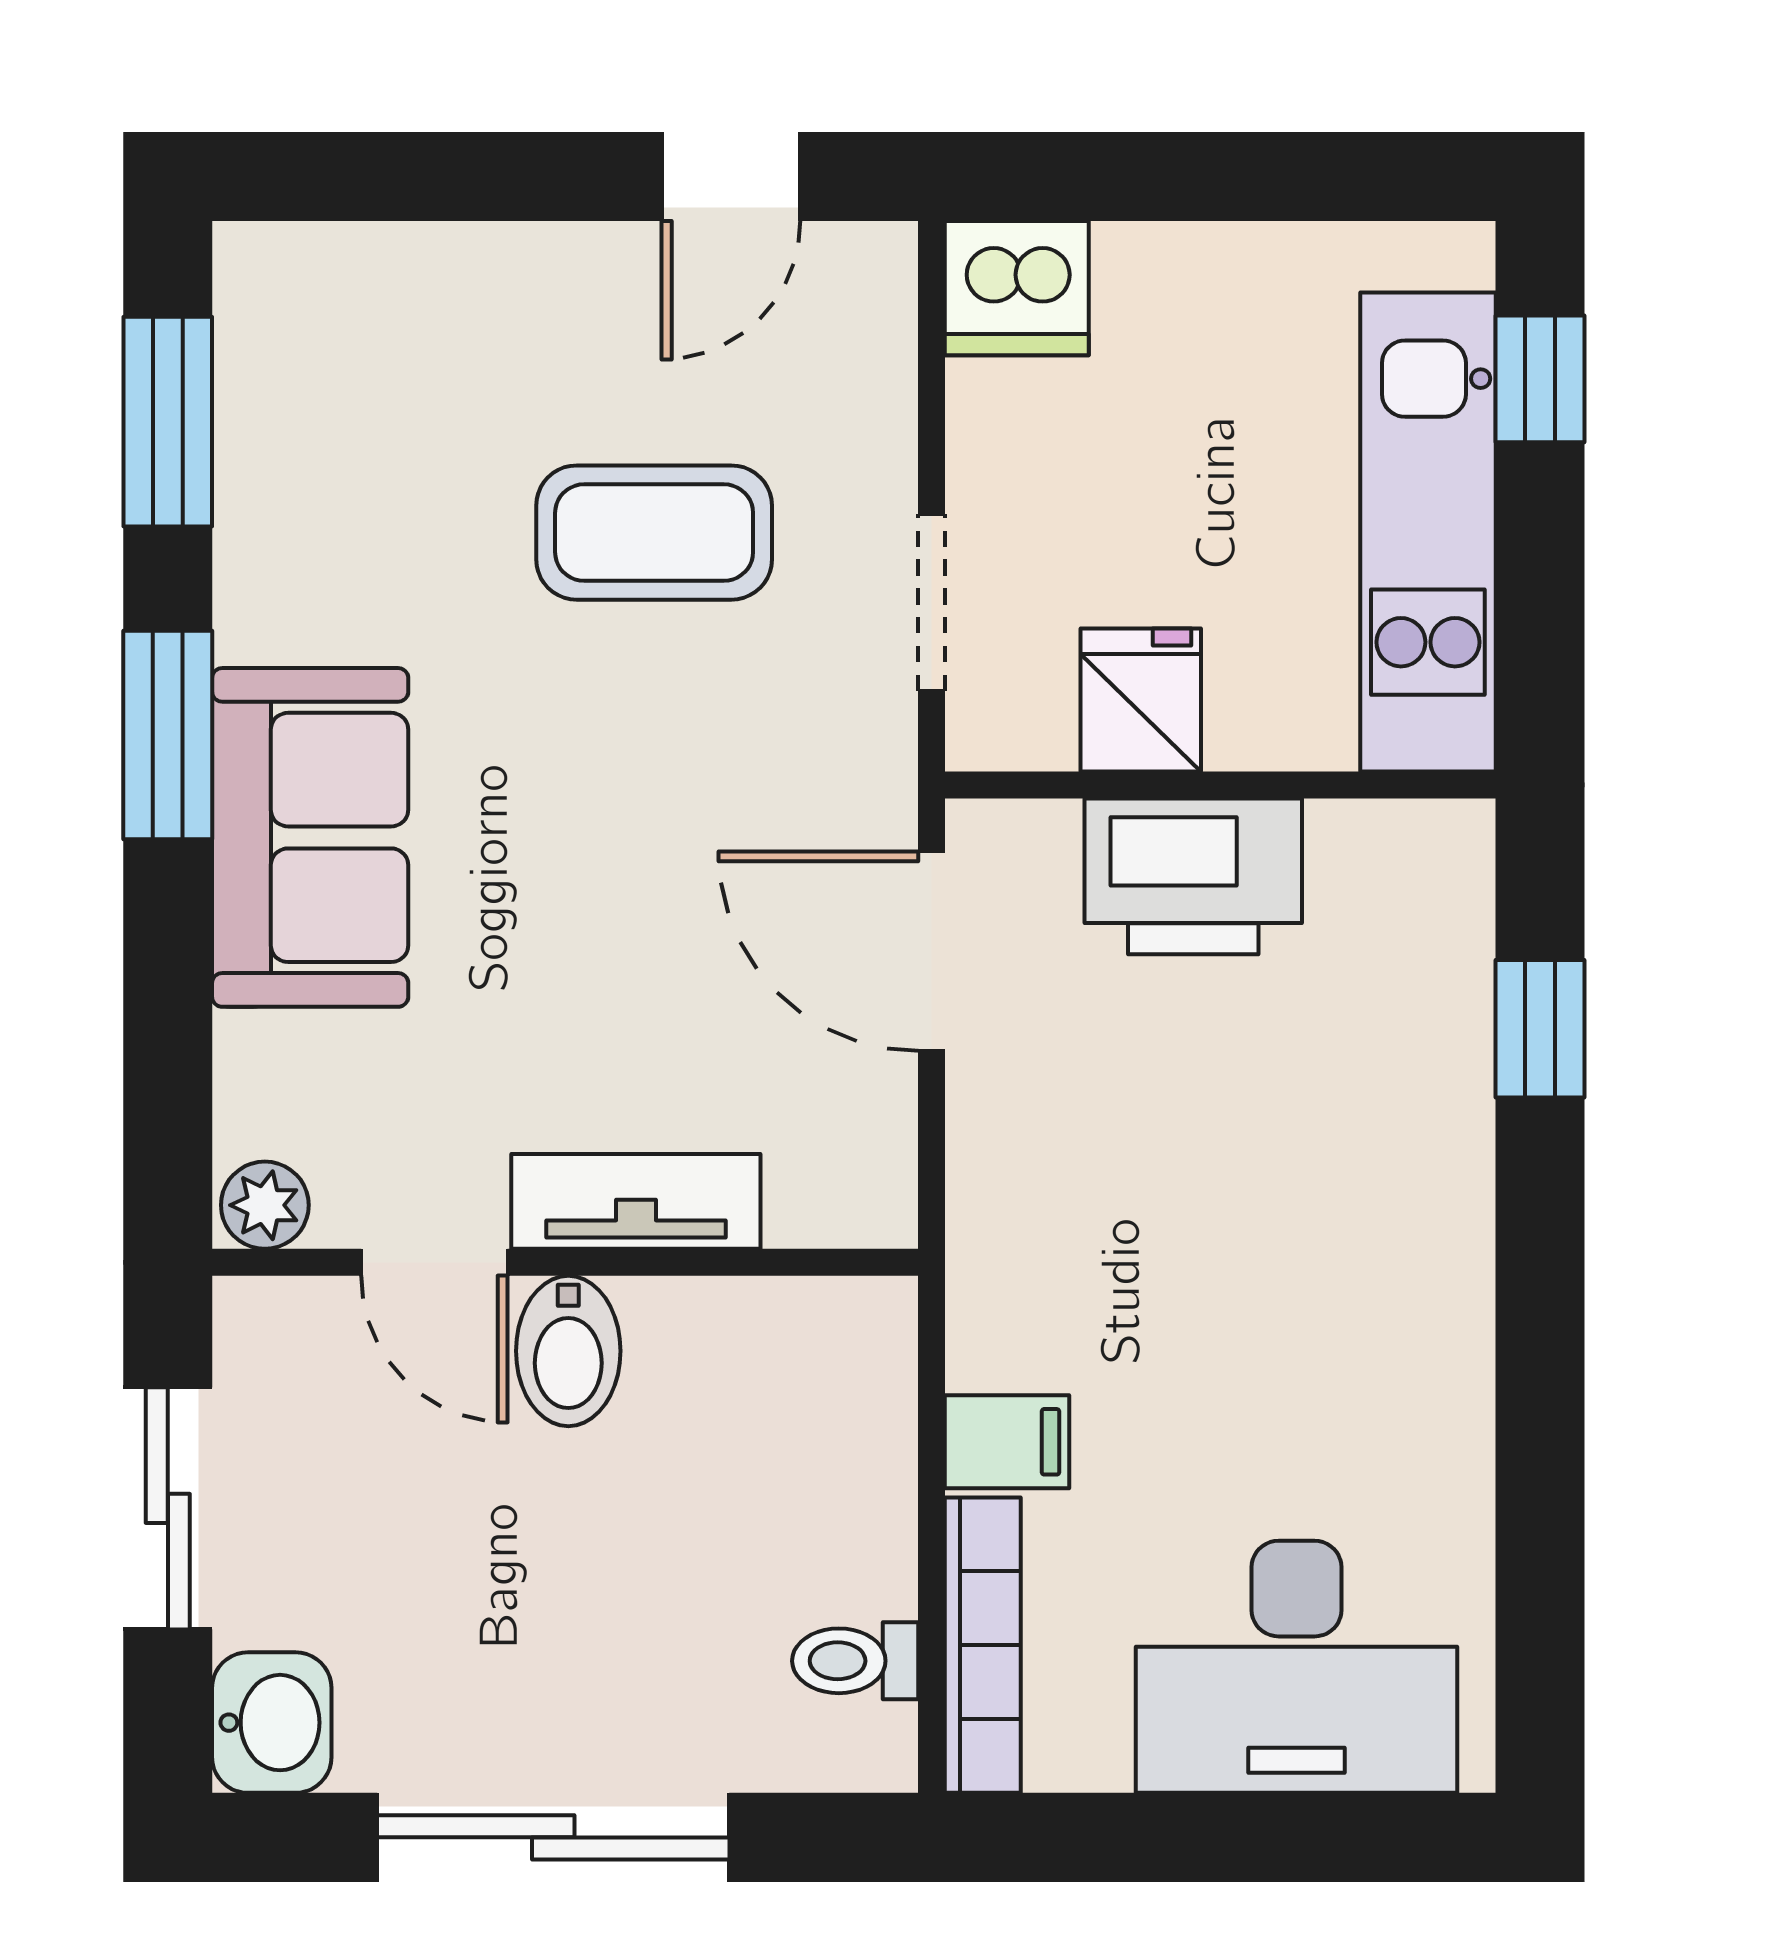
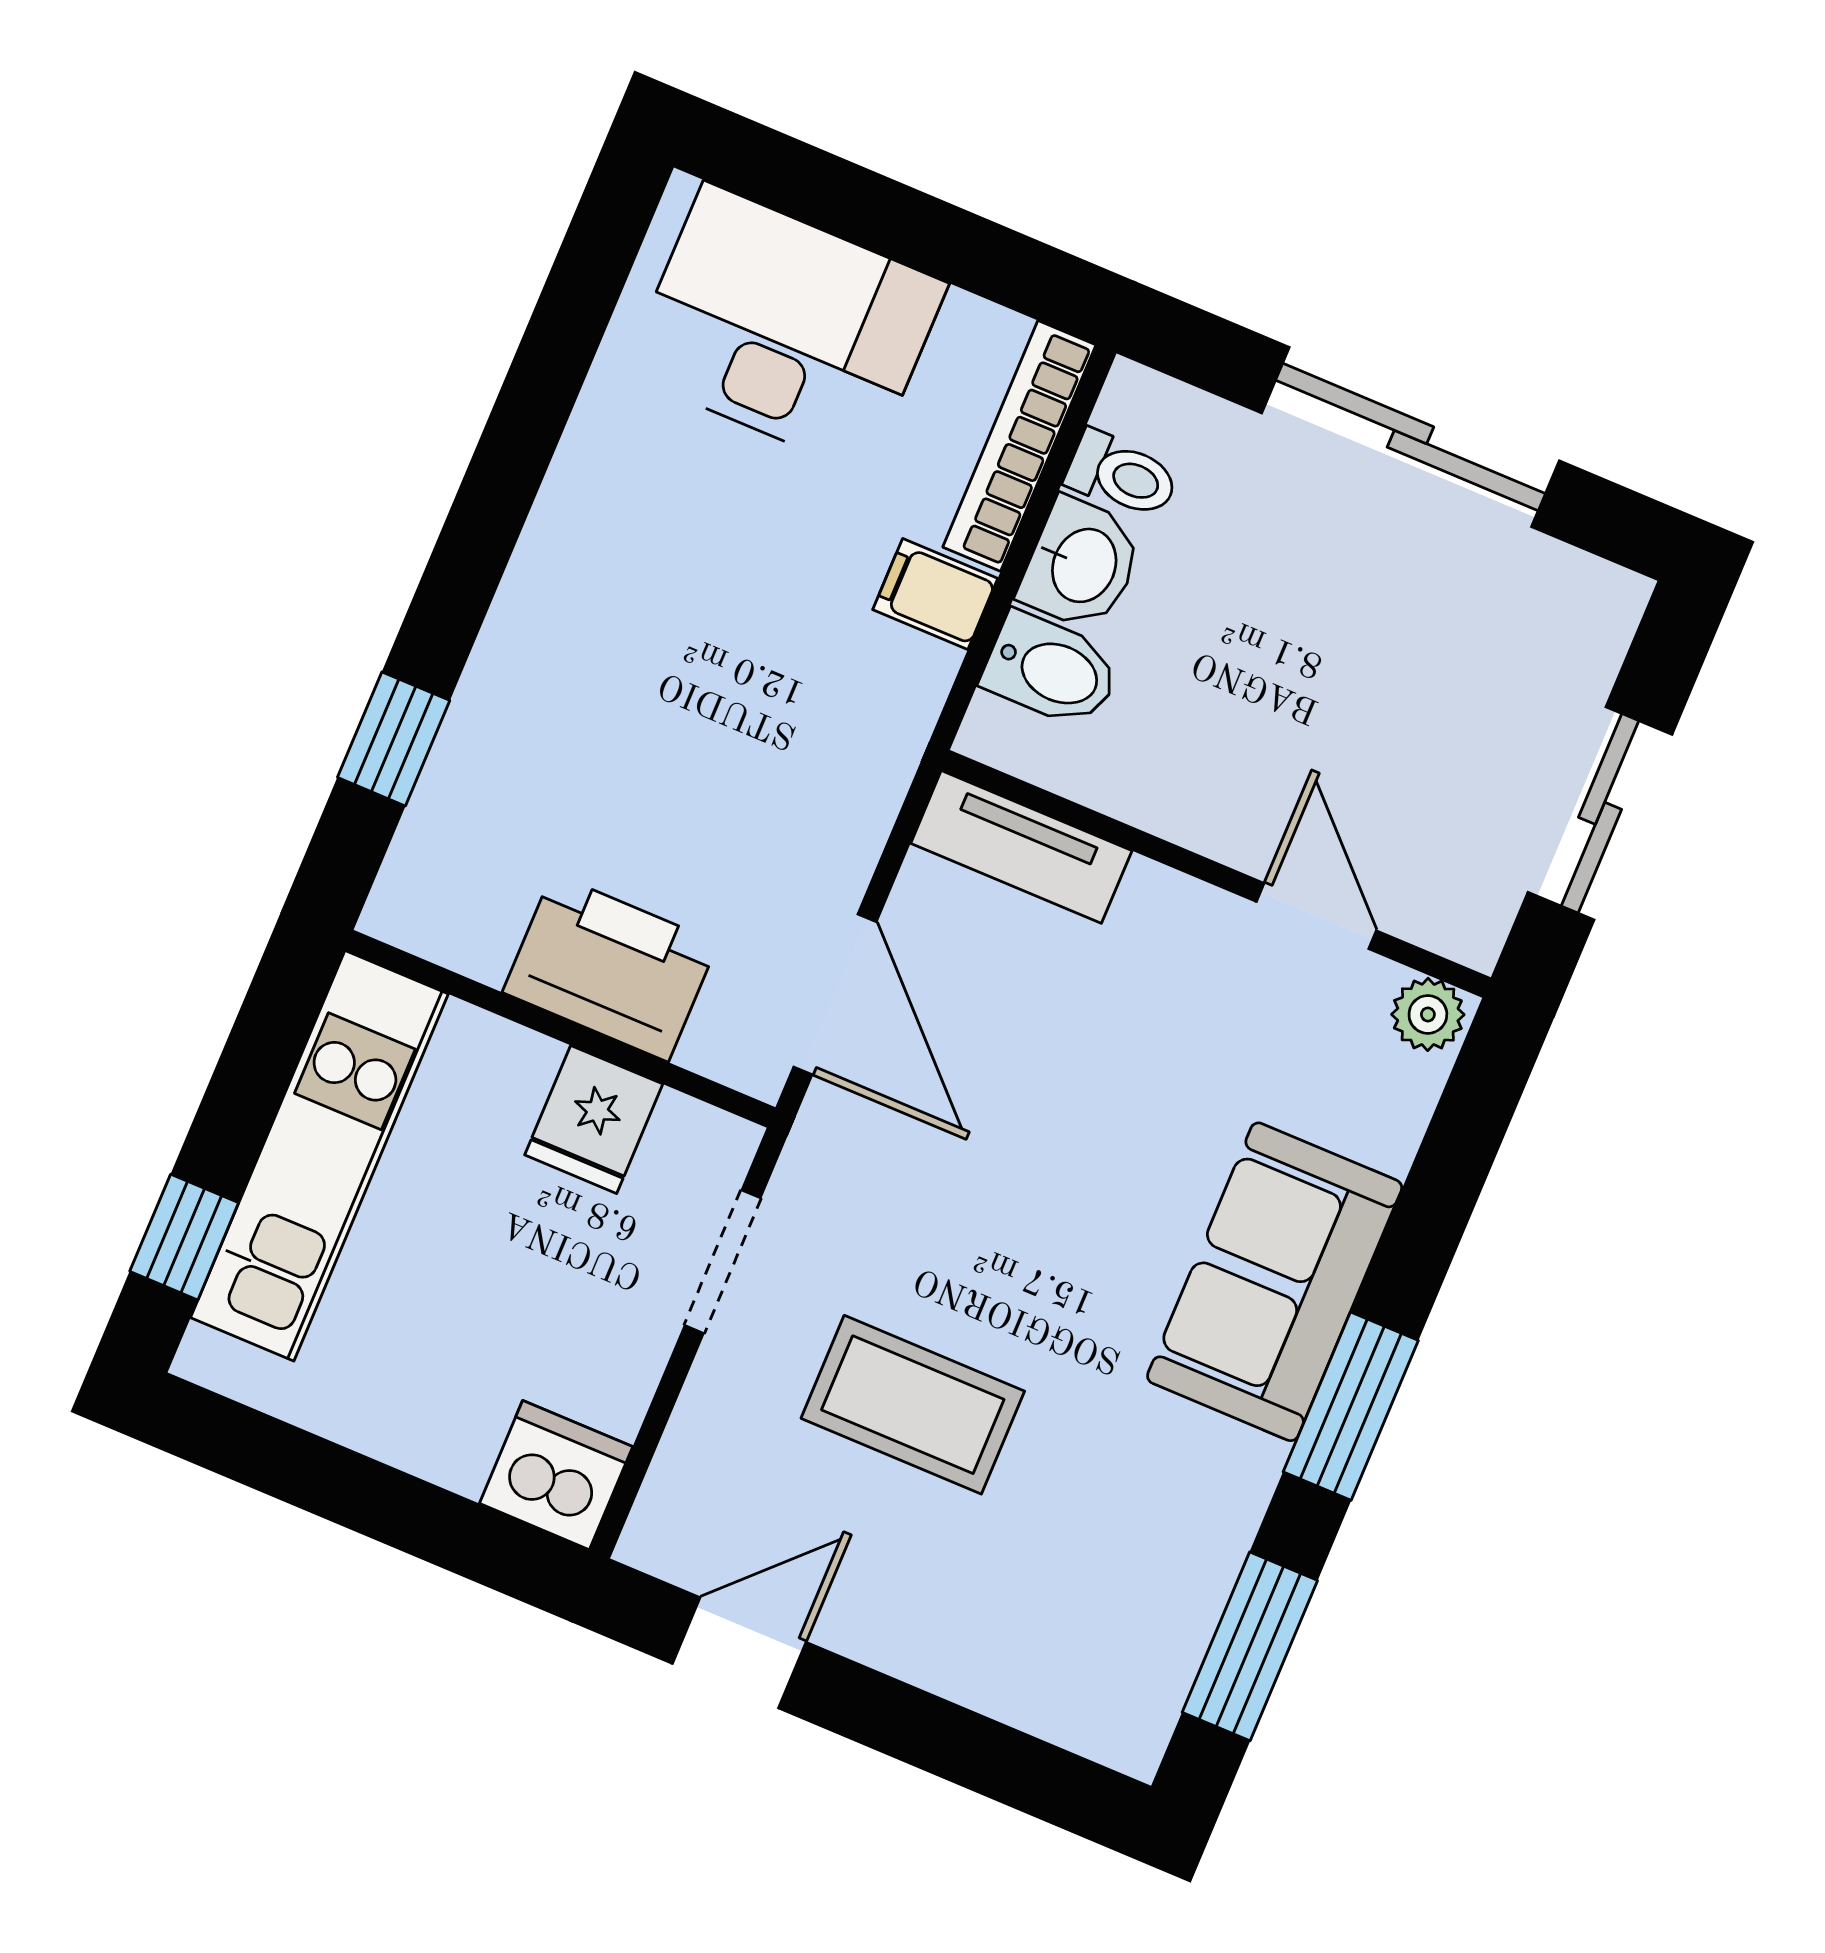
tv unit: (636, 1201) -> (1021, 847), moved
bidet: (568, 1351) -> (1051, 670), moved, turned 90
washbasin: (272, 1723) -> (1081, 564), moved, turned 180

